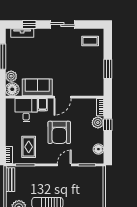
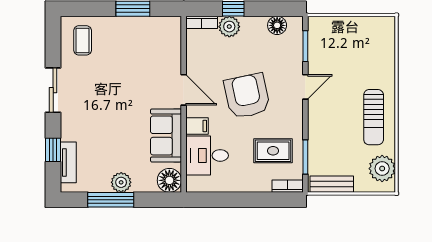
plant: (11, 76) -> (121, 182), moved
armchair: (59, 132) -> (247, 96), turned -102
door: (64, 165) -> (305, 87), swing flipped

